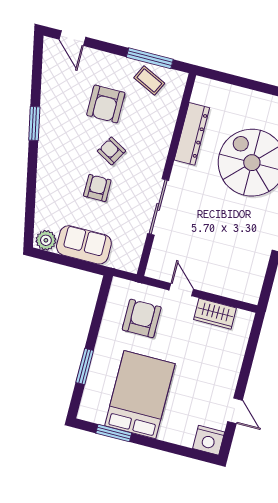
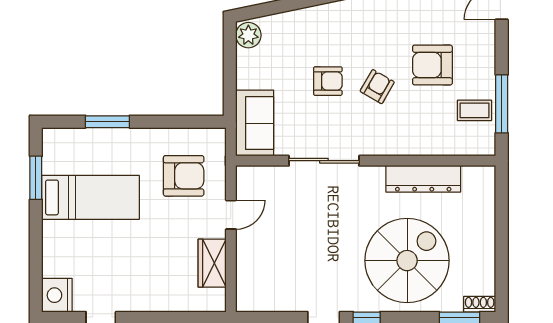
coffee table: (149, 80) -> (474, 110), turned 64
sofa: (84, 245) -> (255, 123), moved
bed: (140, 395) -> (91, 197), width x0.67

